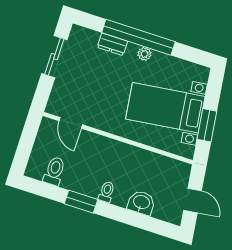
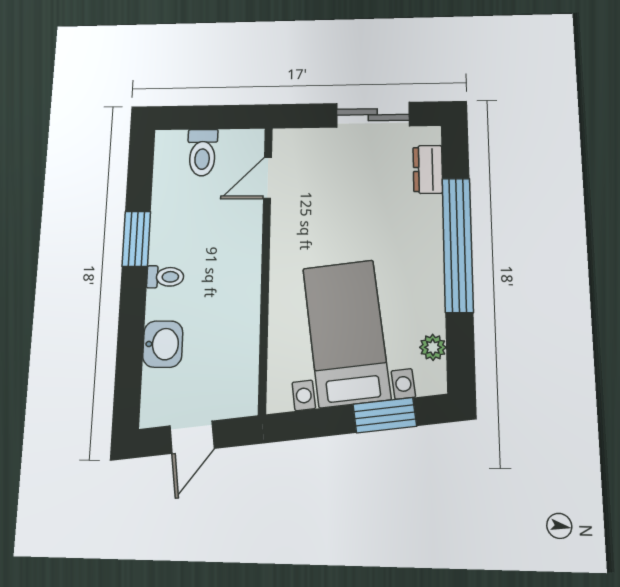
dresser: (112, 44) -> (428, 169), moved
plant: (144, 54) -> (433, 347), moved
window: (207, 125) -> (385, 415), moved
toilet: (54, 171) -> (202, 153), moved, turned 90

